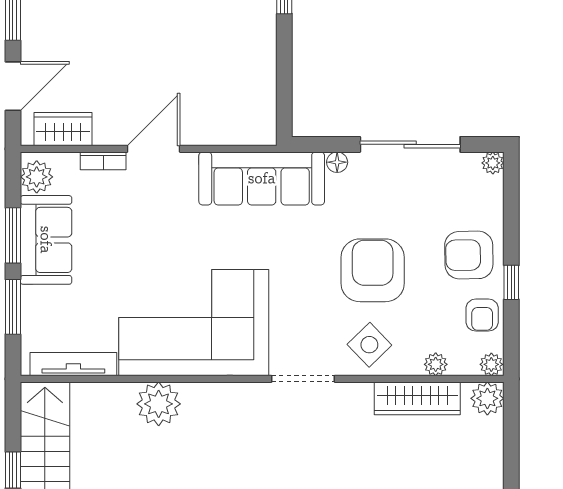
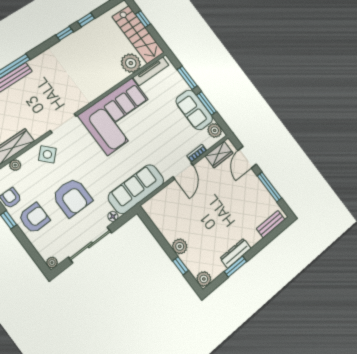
plant: (261, 28) -> (180, 246), added
armchair: (373, 270) -> (72, 197), moved
plant: (159, 404) -> (131, 63), moved

